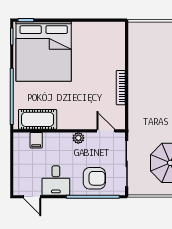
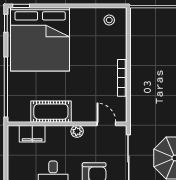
stool: (109, 33) -> (109, 20), added
cot: (38, 119) -> (51, 112), moved
filing cabinet: (36, 140) -> (32, 134), width x2.00

